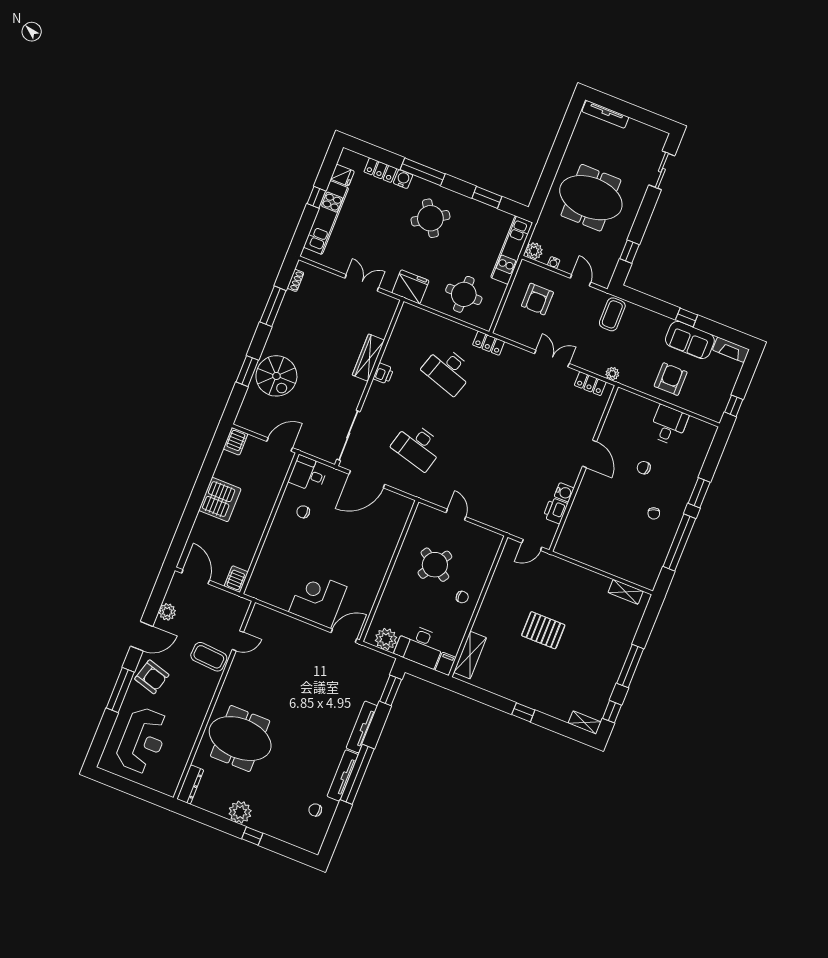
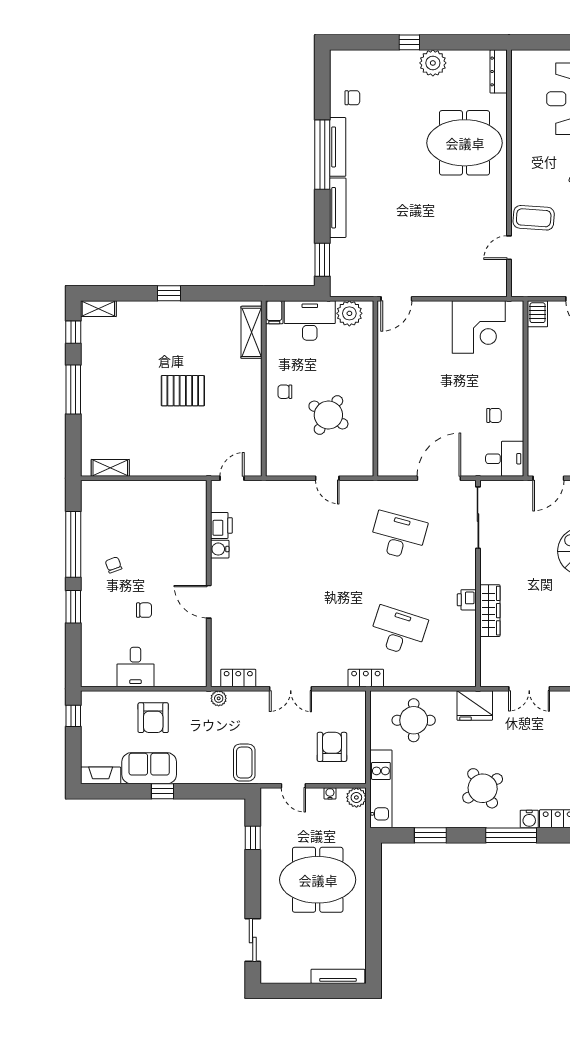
corner desk: (318, 599) -> (479, 327), moved

